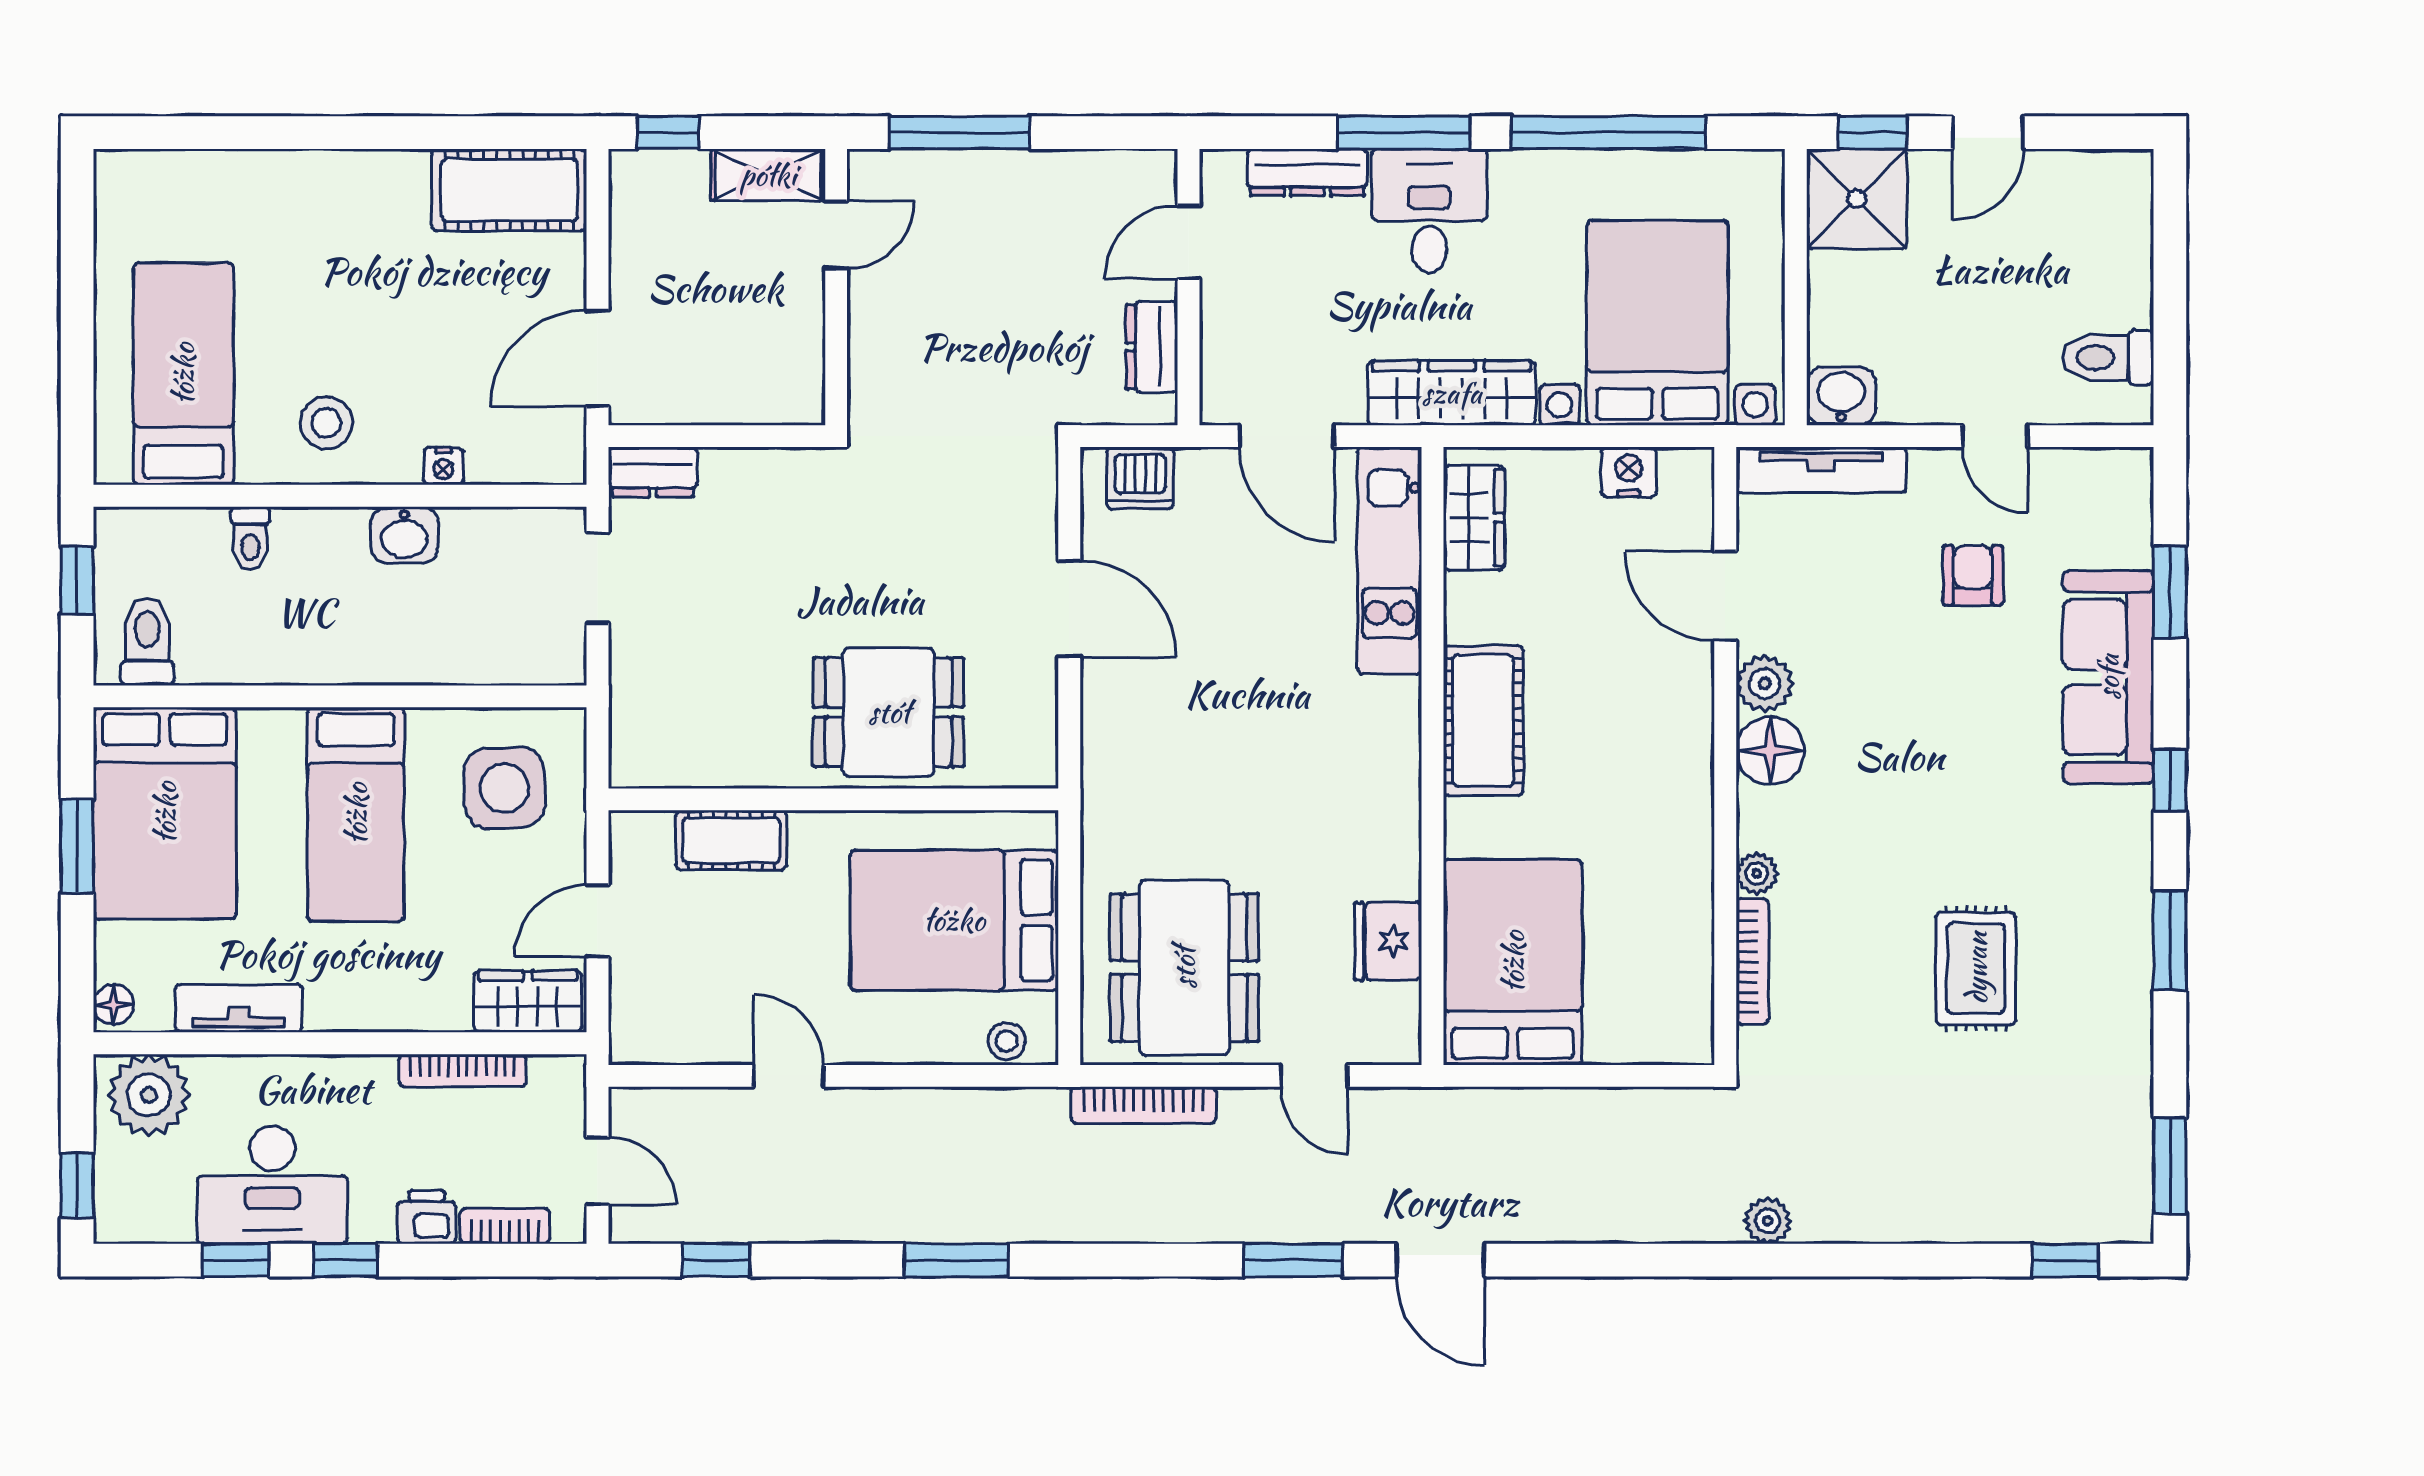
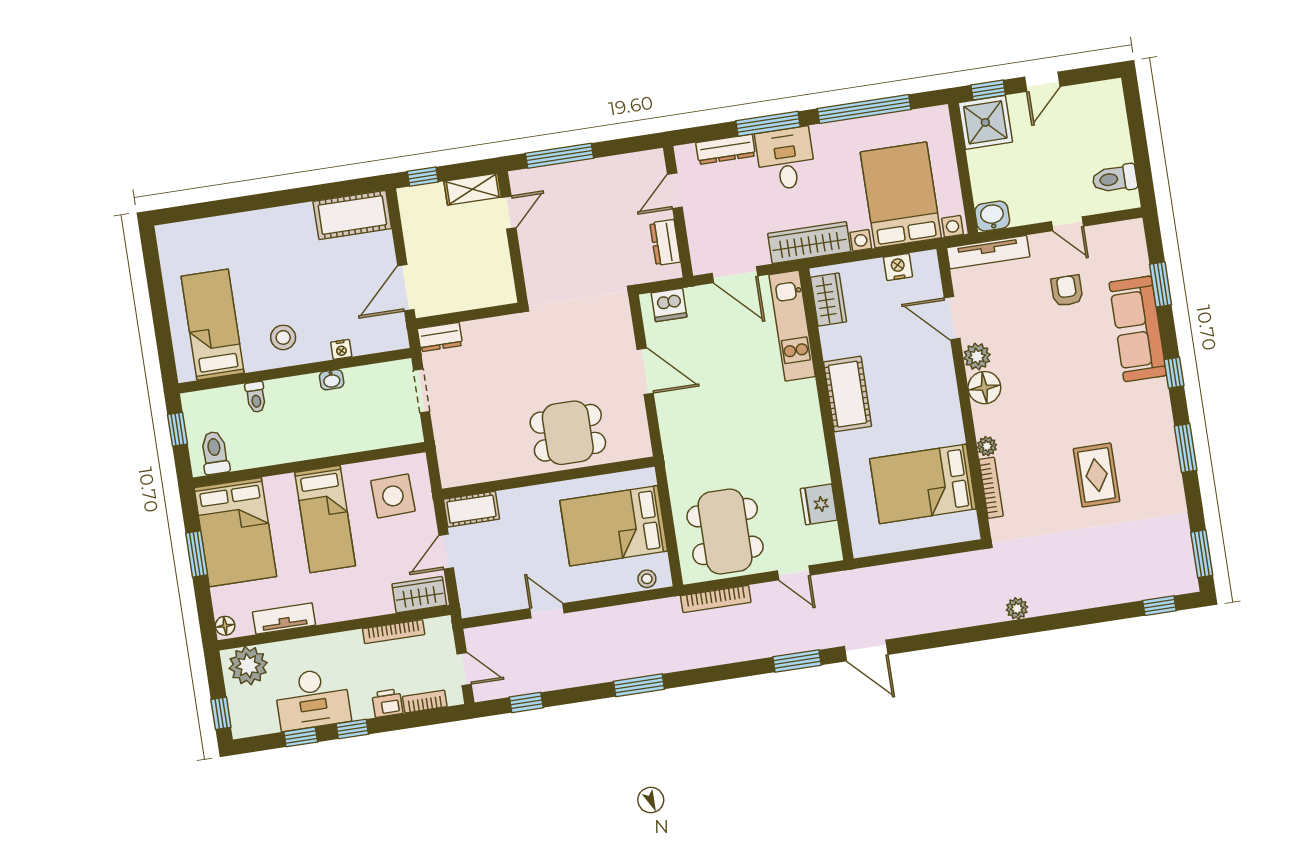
washbasin: (404, 535) -> (332, 380), width x0.72, depth x0.69
cot: (731, 840) -> (471, 509), moved
bed: (1513, 962) -> (923, 484), moved, turned -90

